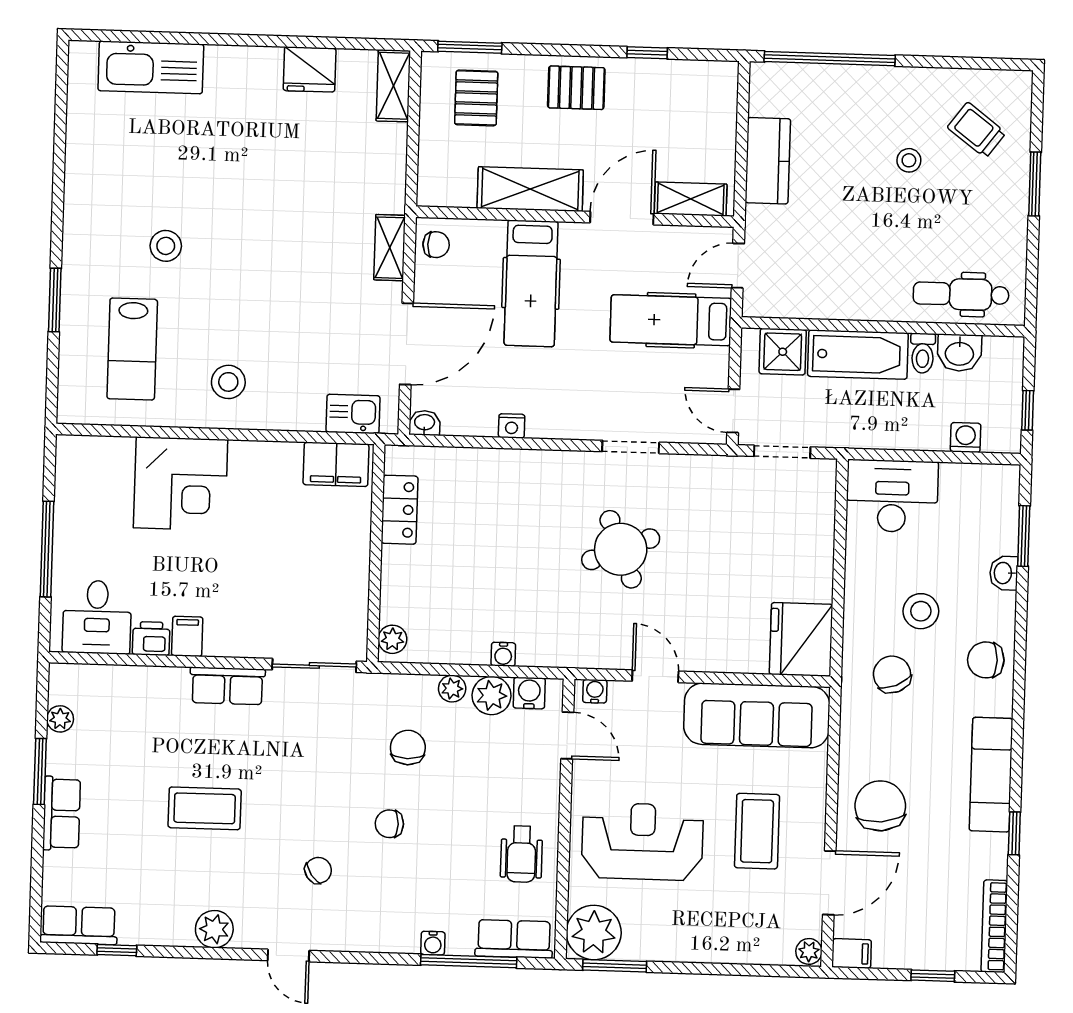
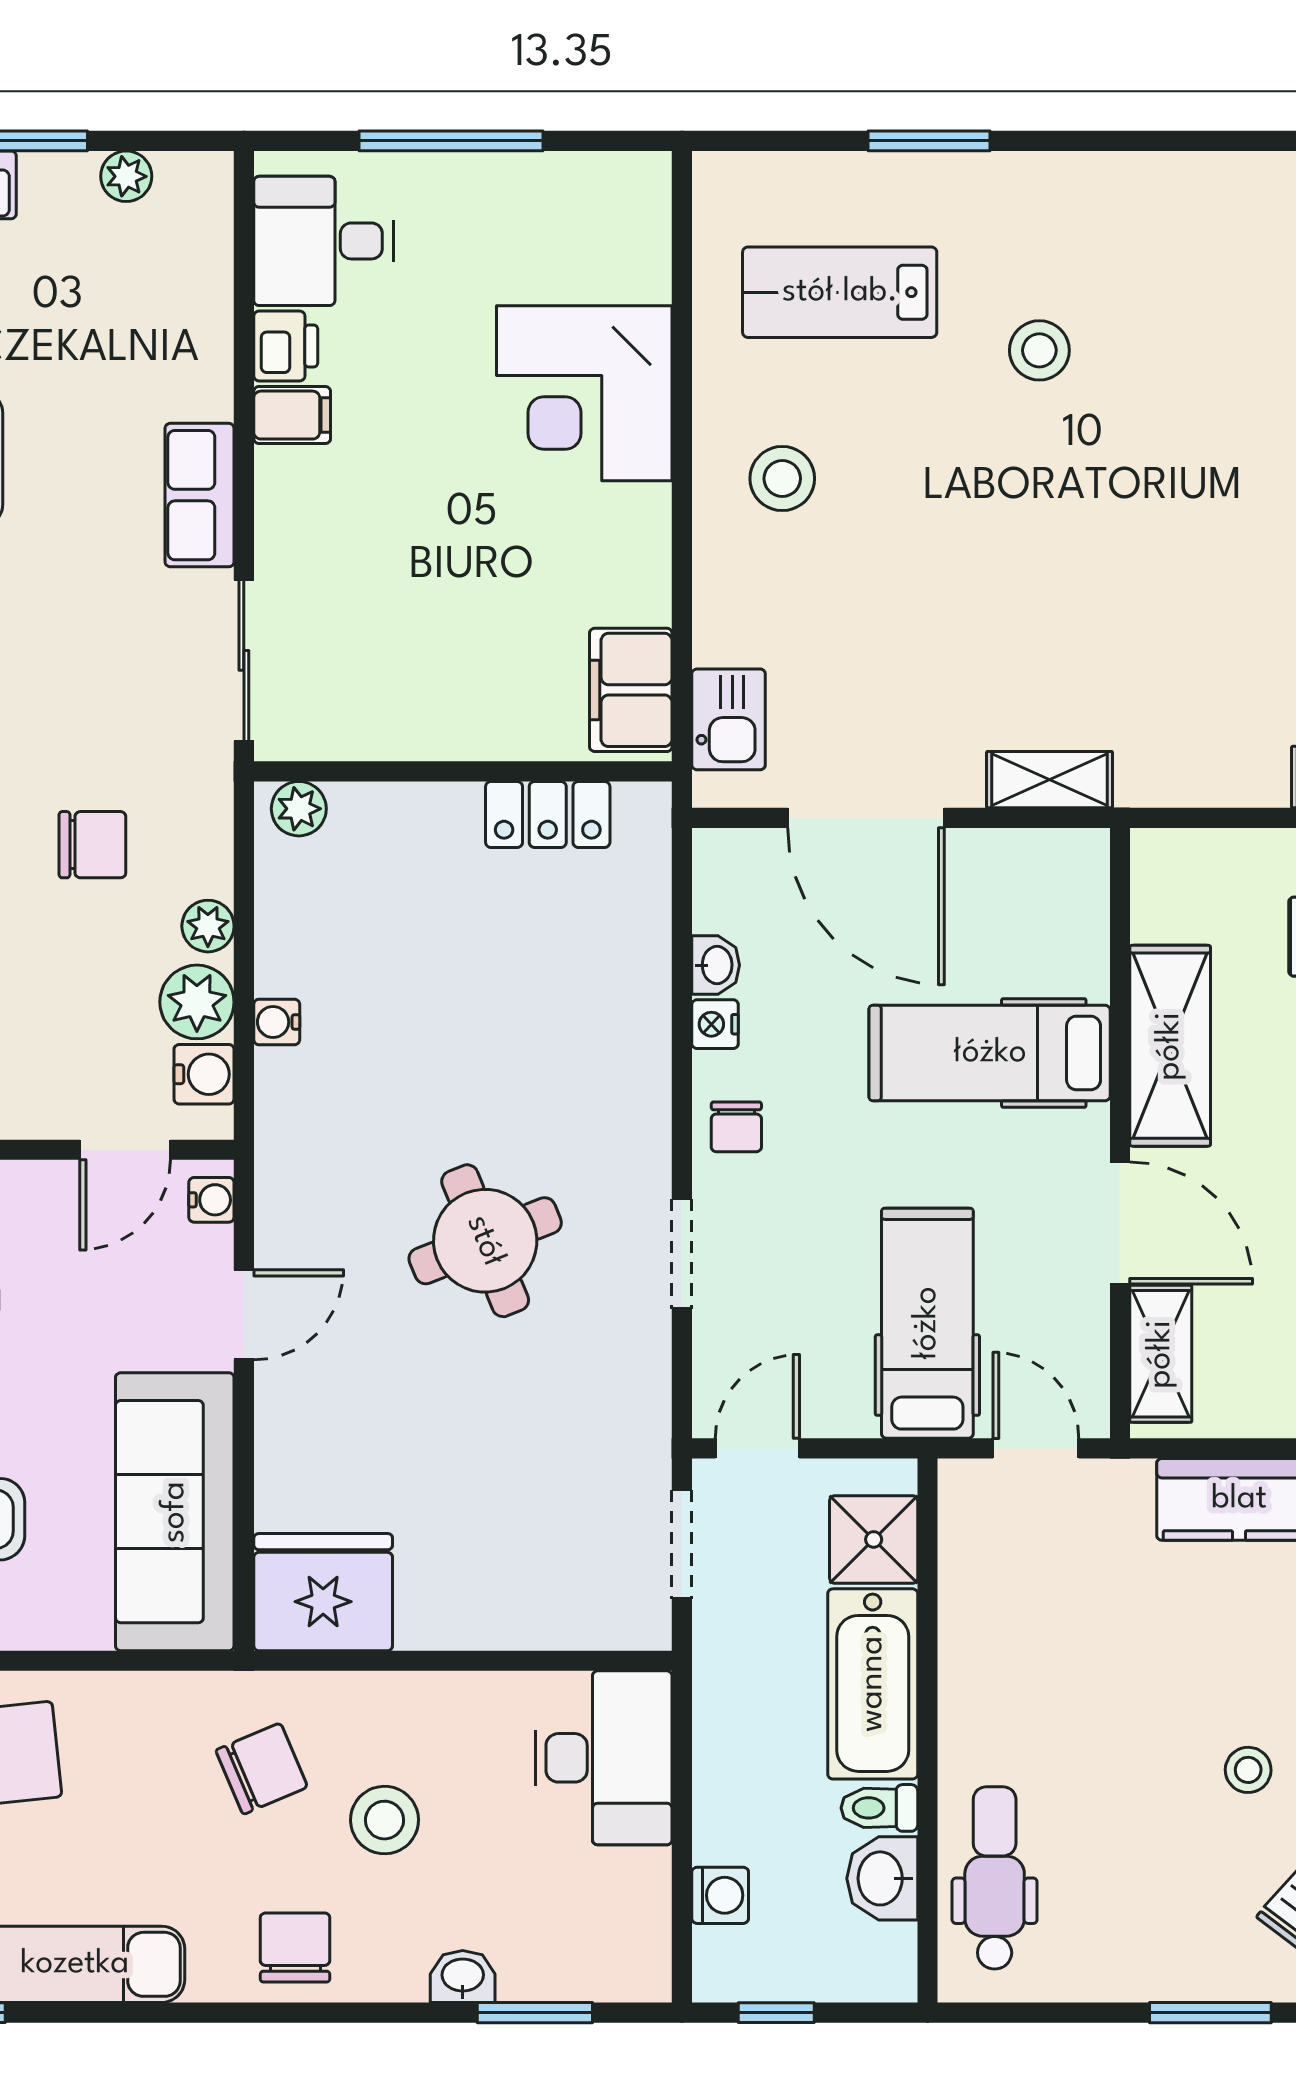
chair: (436, 245) -> (736, 1127), moved
washbasin: (425, 423) -> (716, 965), moved

